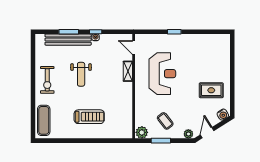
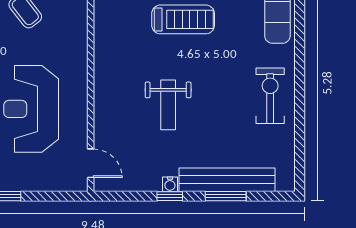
shelving: (128, 71) -> (103, 114), removed
weight bench: (81, 74) -> (168, 105), moved, turned 180
treadmill: (89, 117) -> (183, 19), turned 180

